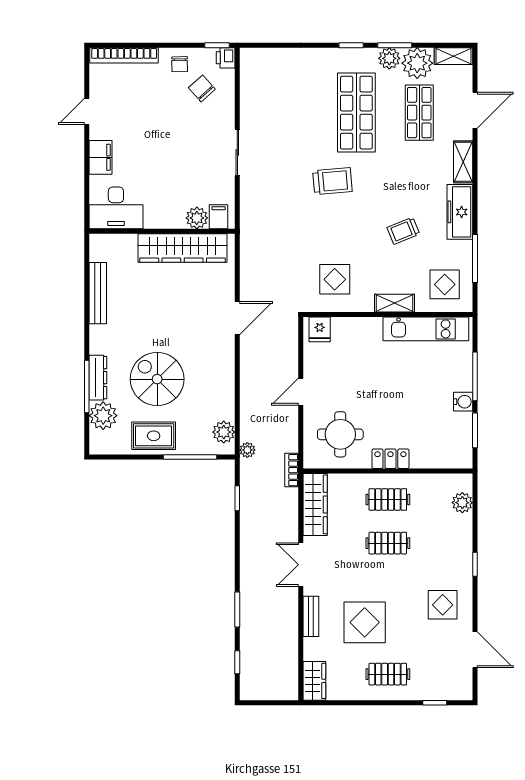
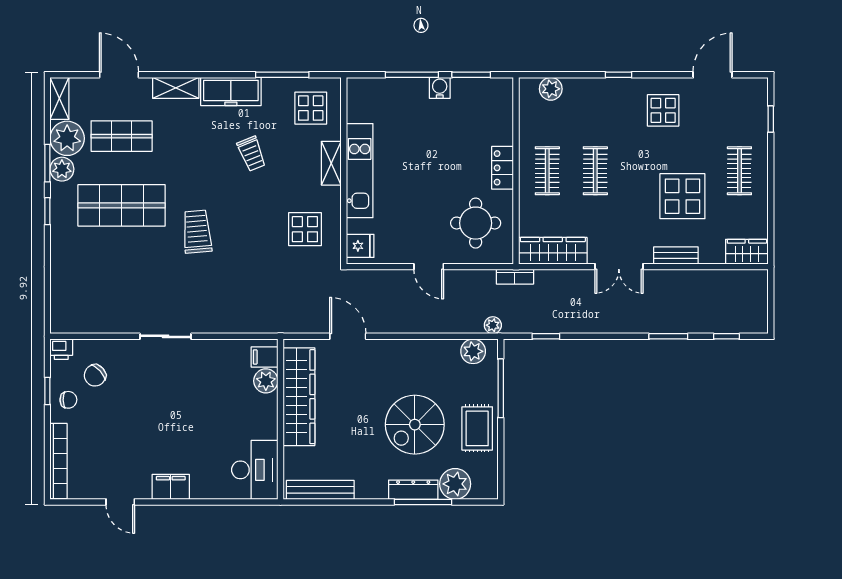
window: (217, 45) -> (47, 391), moved
desk: (116, 208) -> (255, 470), moved
filing cabinet: (219, 217) -> (265, 357), moved
plant: (197, 218) -> (266, 381), moved
wall: (162, 231) -> (281, 419), moved
wardrobe: (183, 248) -> (299, 397), moved
kitchen unit: (426, 329) -> (360, 171), moved

